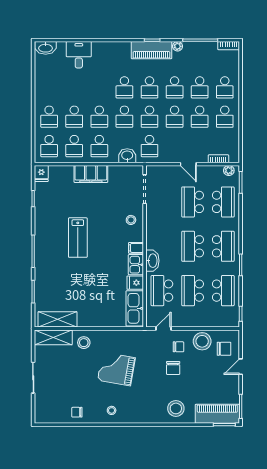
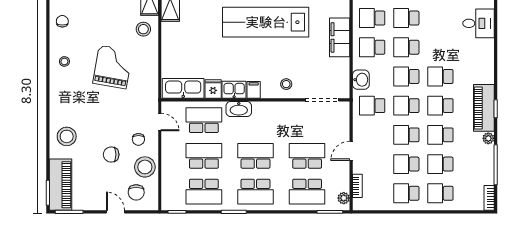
lab bench: (78, 238) -> (266, 22), width x1.86, depth x1.39
chair: (173, 368) -> (111, 155), moved

